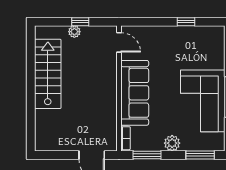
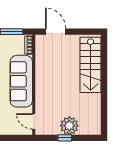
plant: (74, 32) -> (69, 126), width x1.88, depth x1.88
stairs: (48, 74) -> (91, 65), moved

